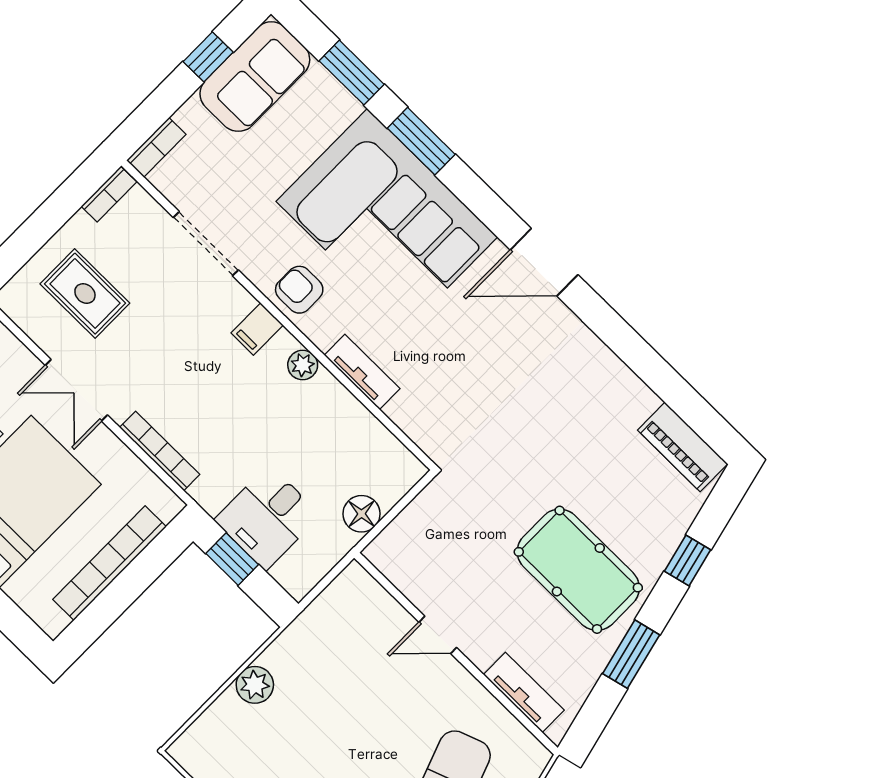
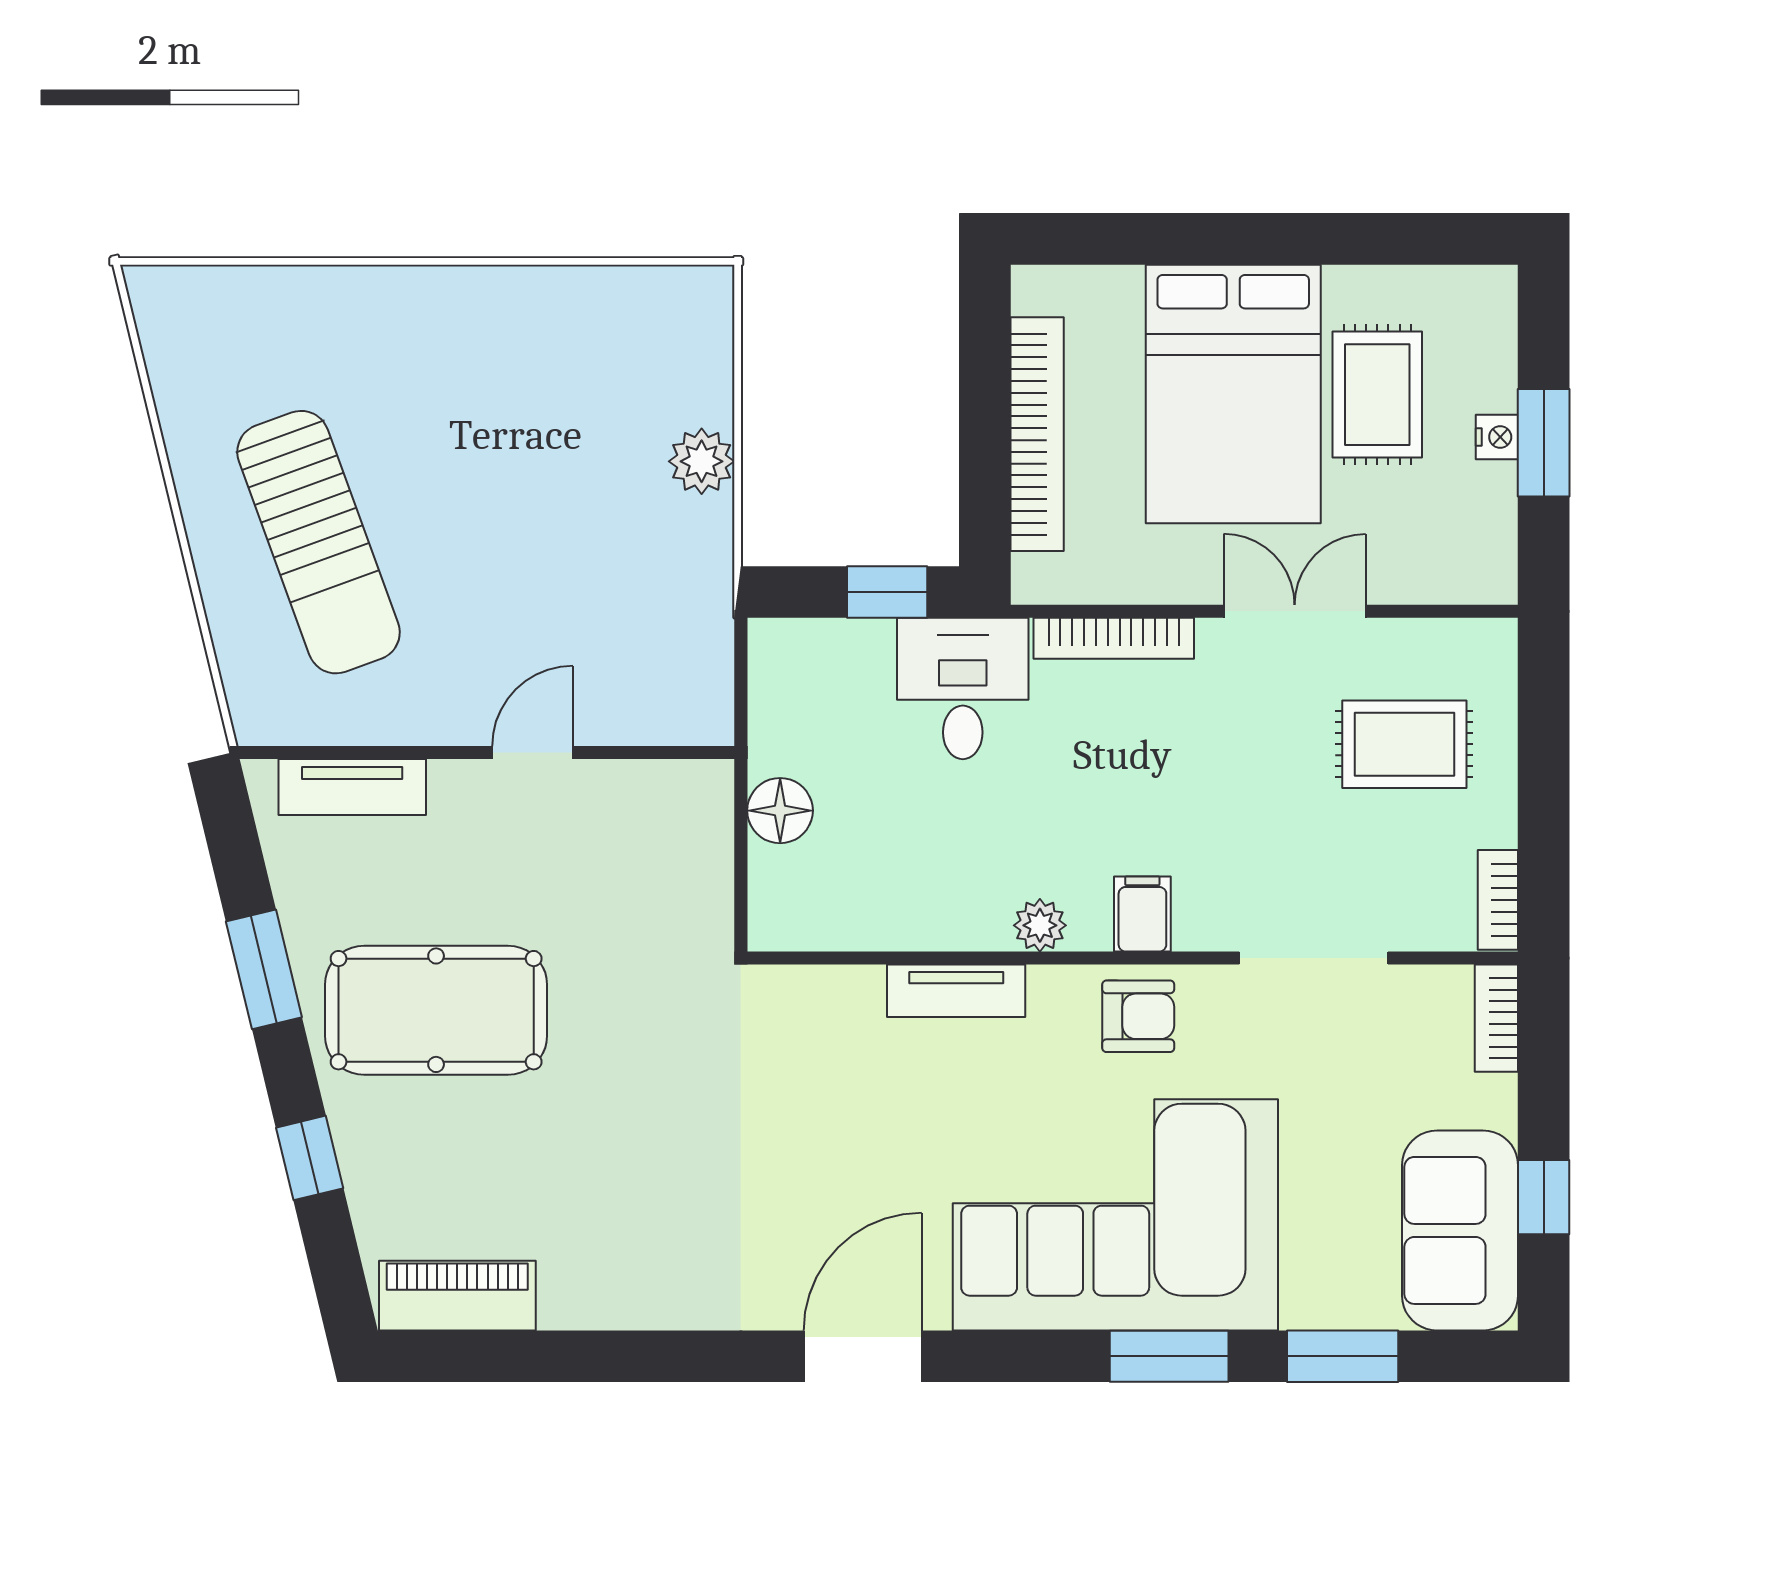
desk: (267, 518) -> (963, 688), moved

